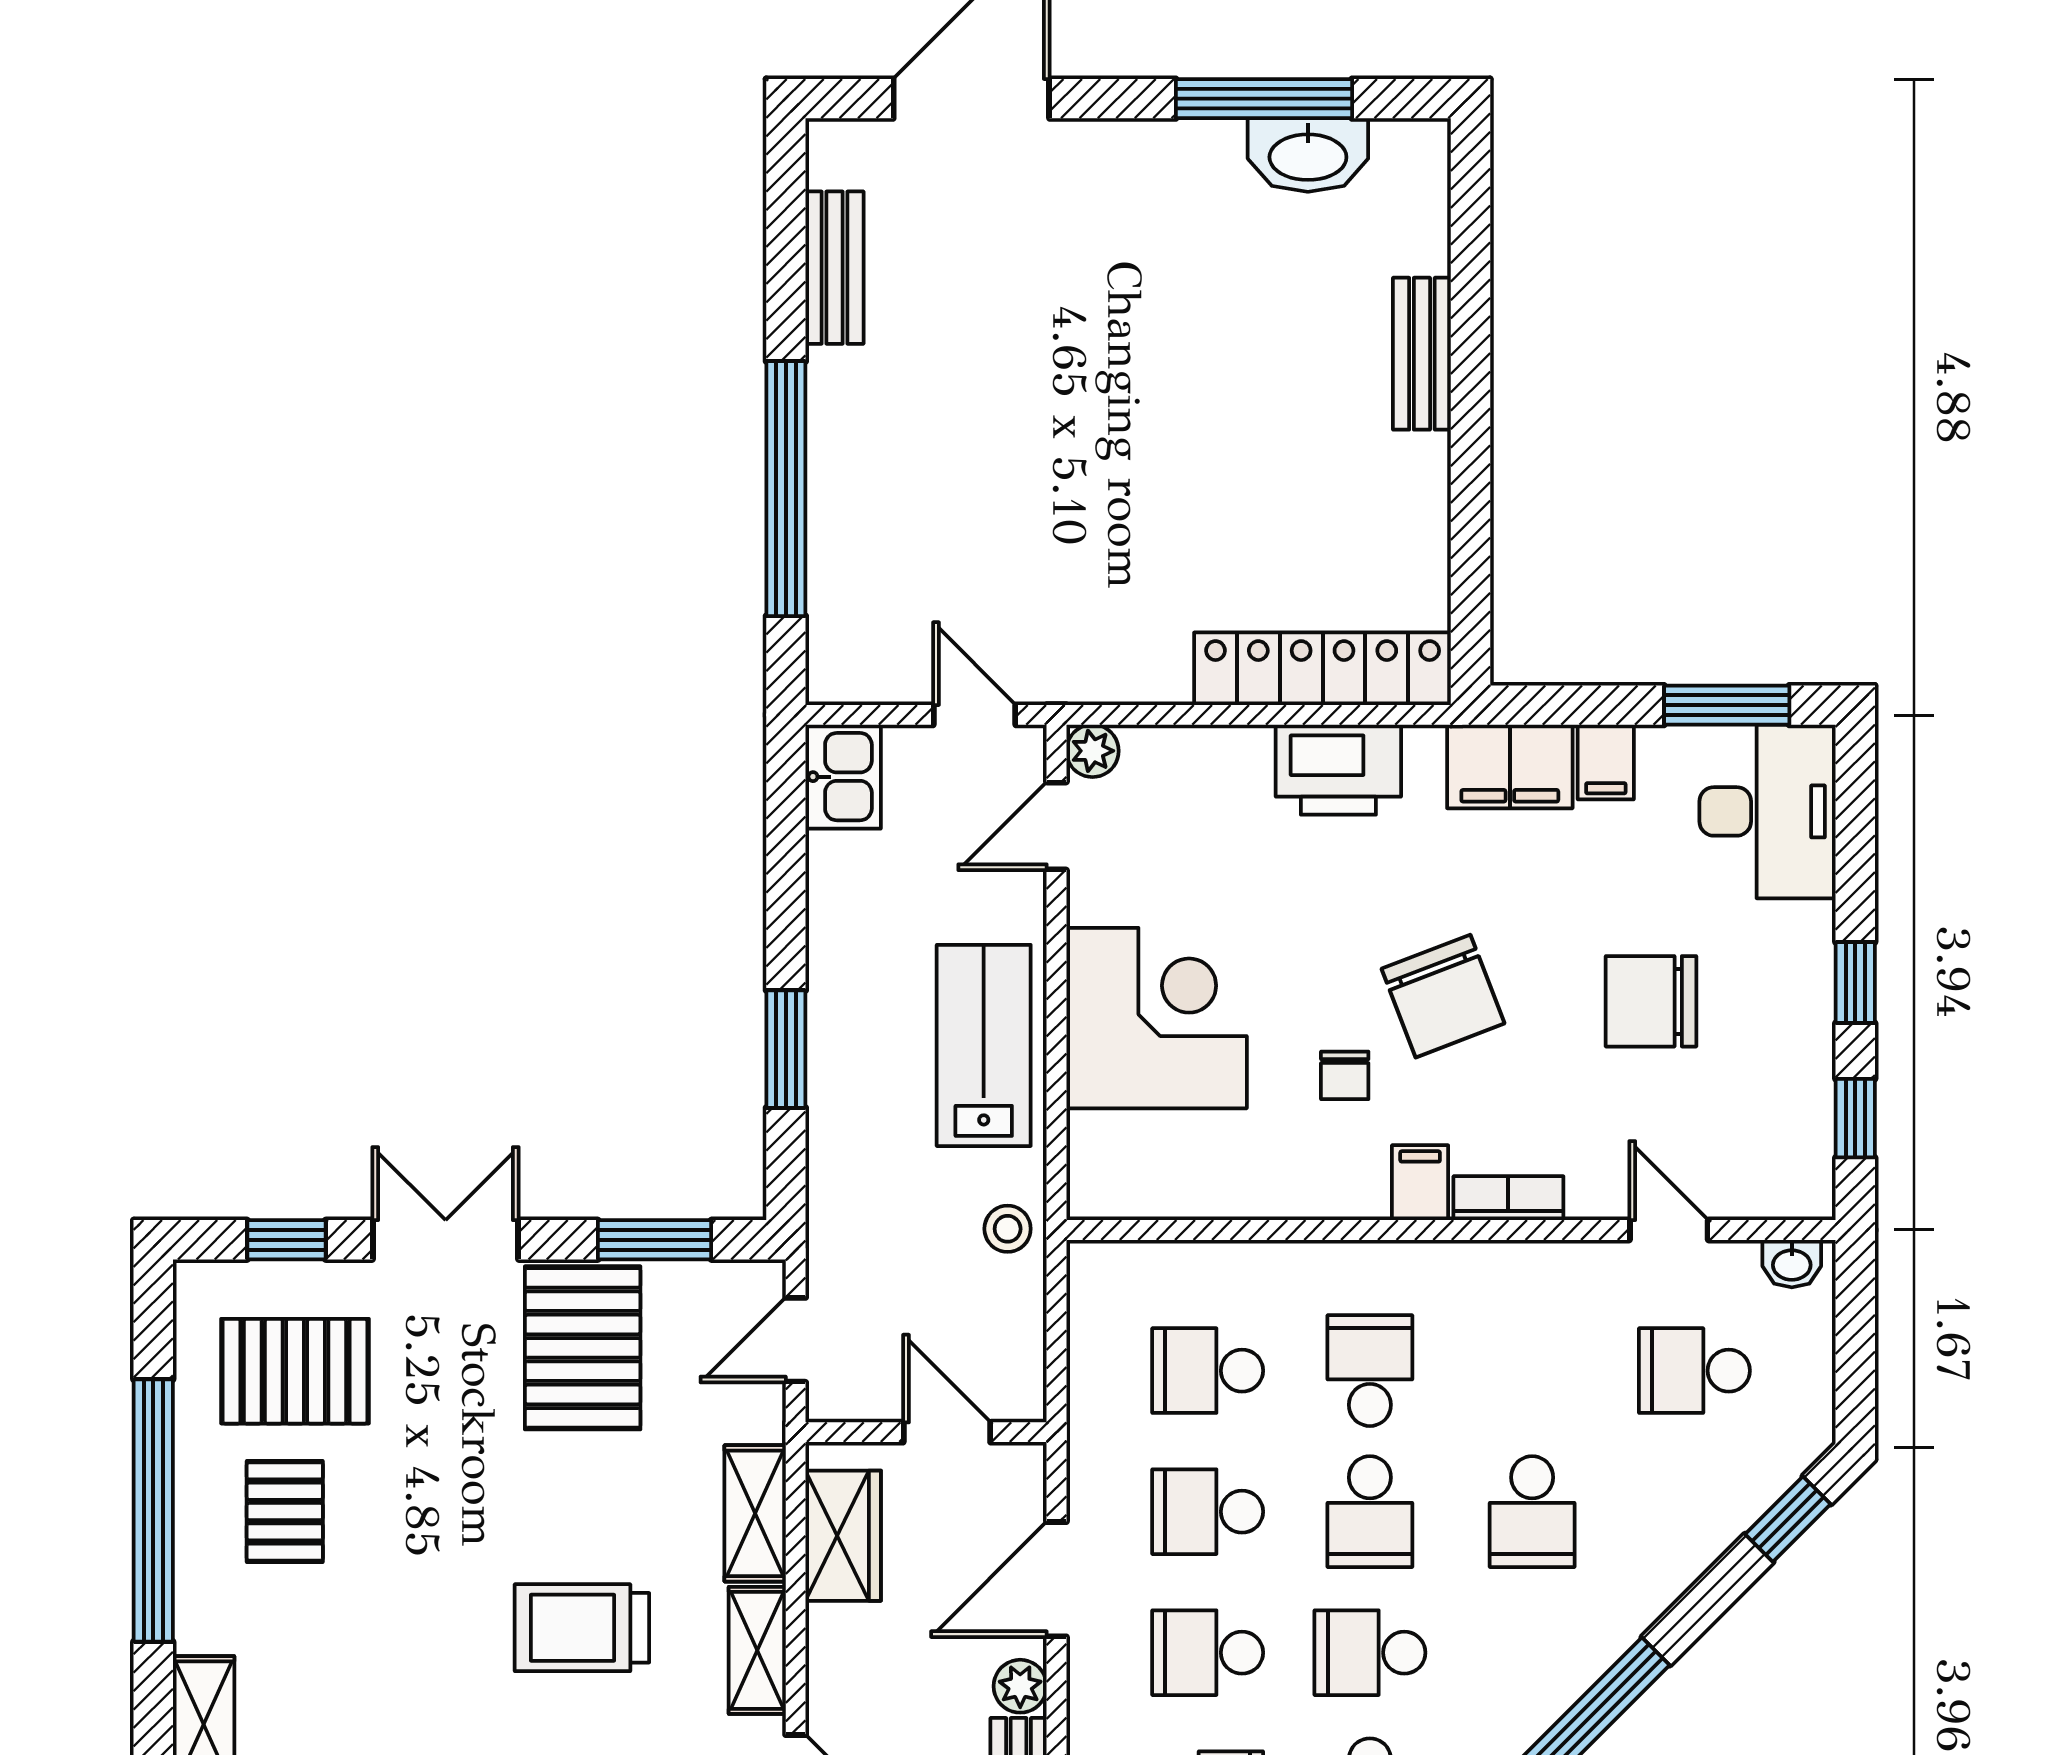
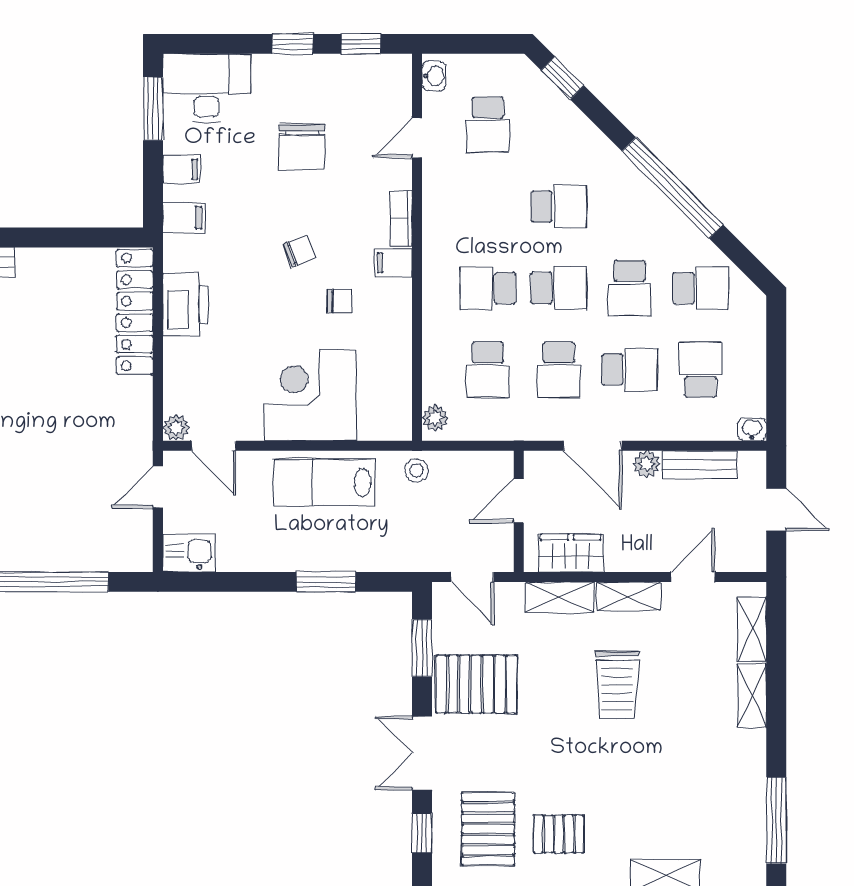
filing cabinet: (1510, 766) -> (184, 218), width x0.50
chair: (1443, 996) -> (299, 251), width x0.54, depth x0.54
plant: (1112, 1266) -> (435, 418), added
school desk: (1208, 1653) -> (630, 370), turned -90

